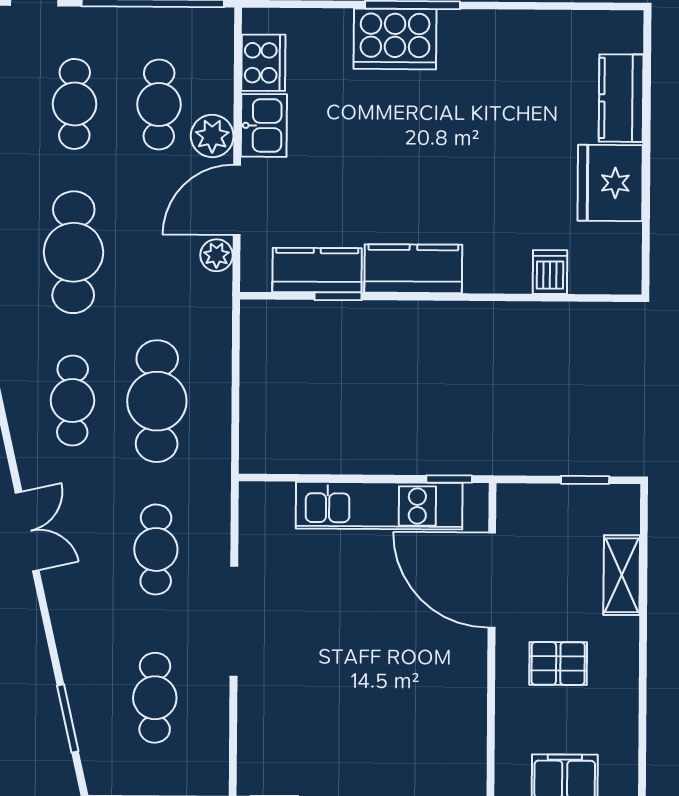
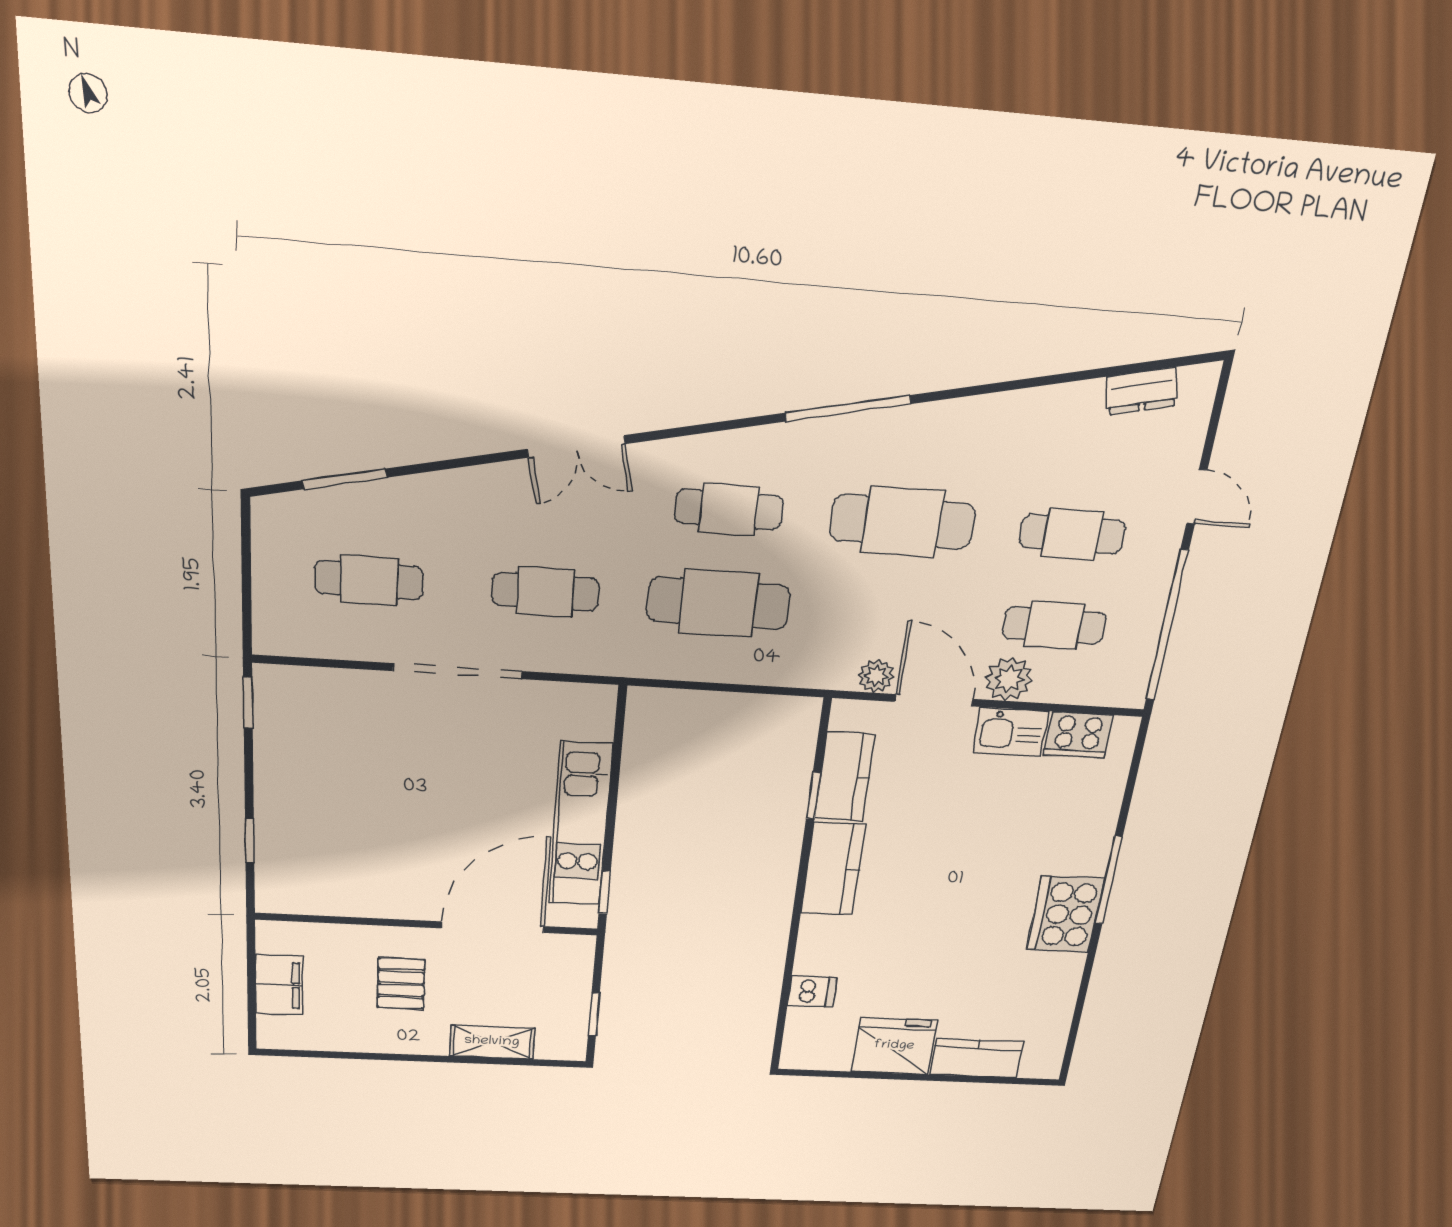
cooker: (395, 39) -> (1065, 914), moved

